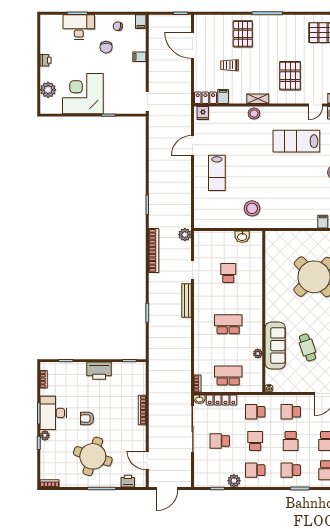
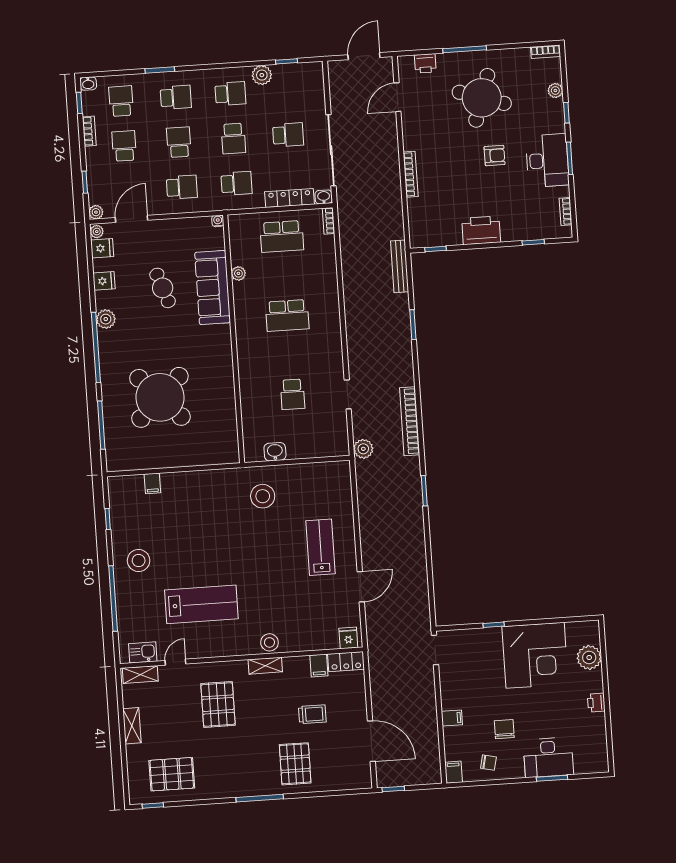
bench: (186, 301) -> (400, 266), moved
plant: (45, 435) -> (555, 90), moved
door: (147, 460) -> (397, 97), swing flipped

